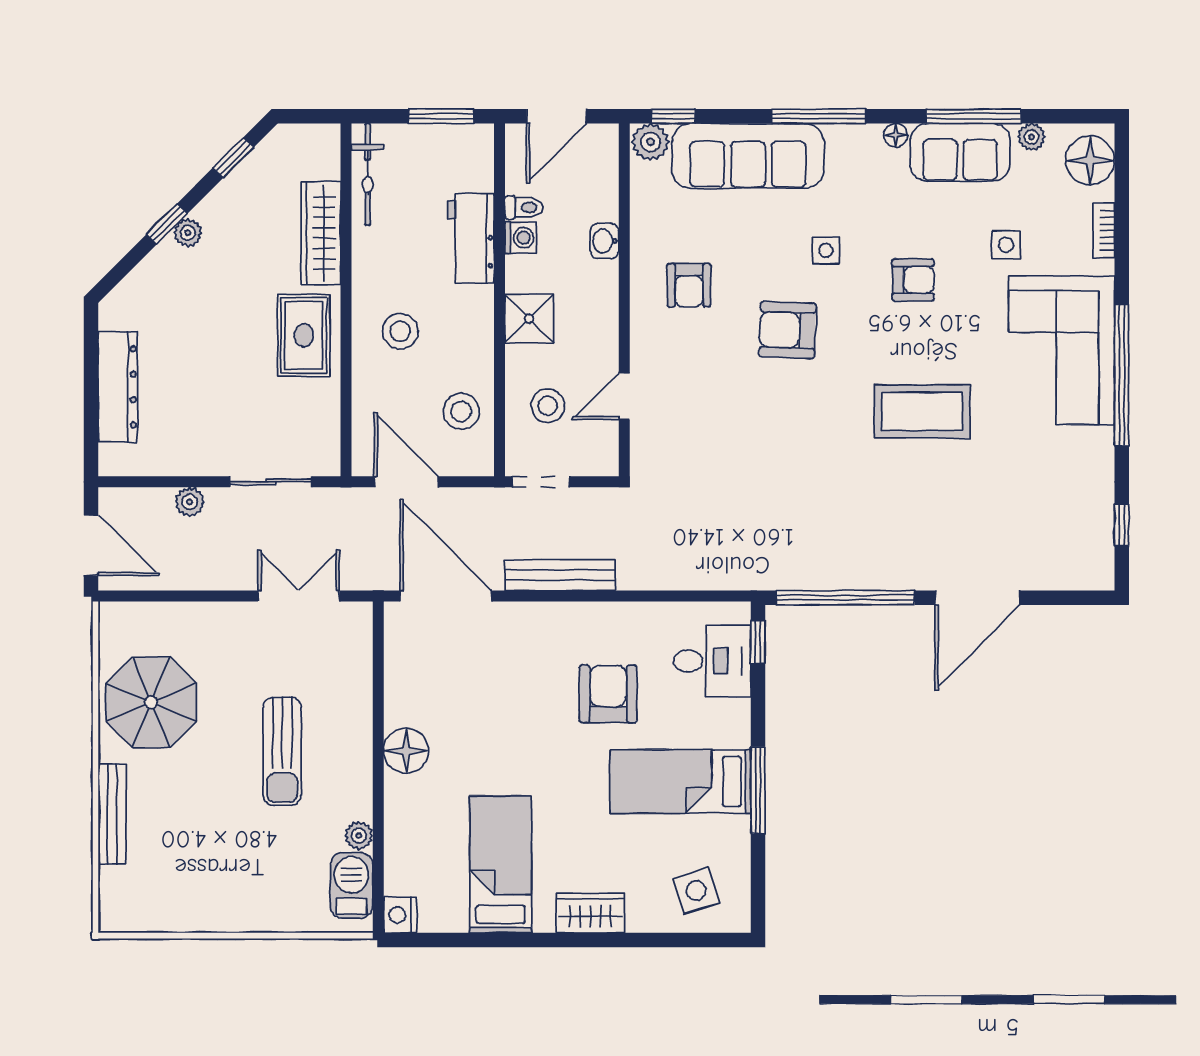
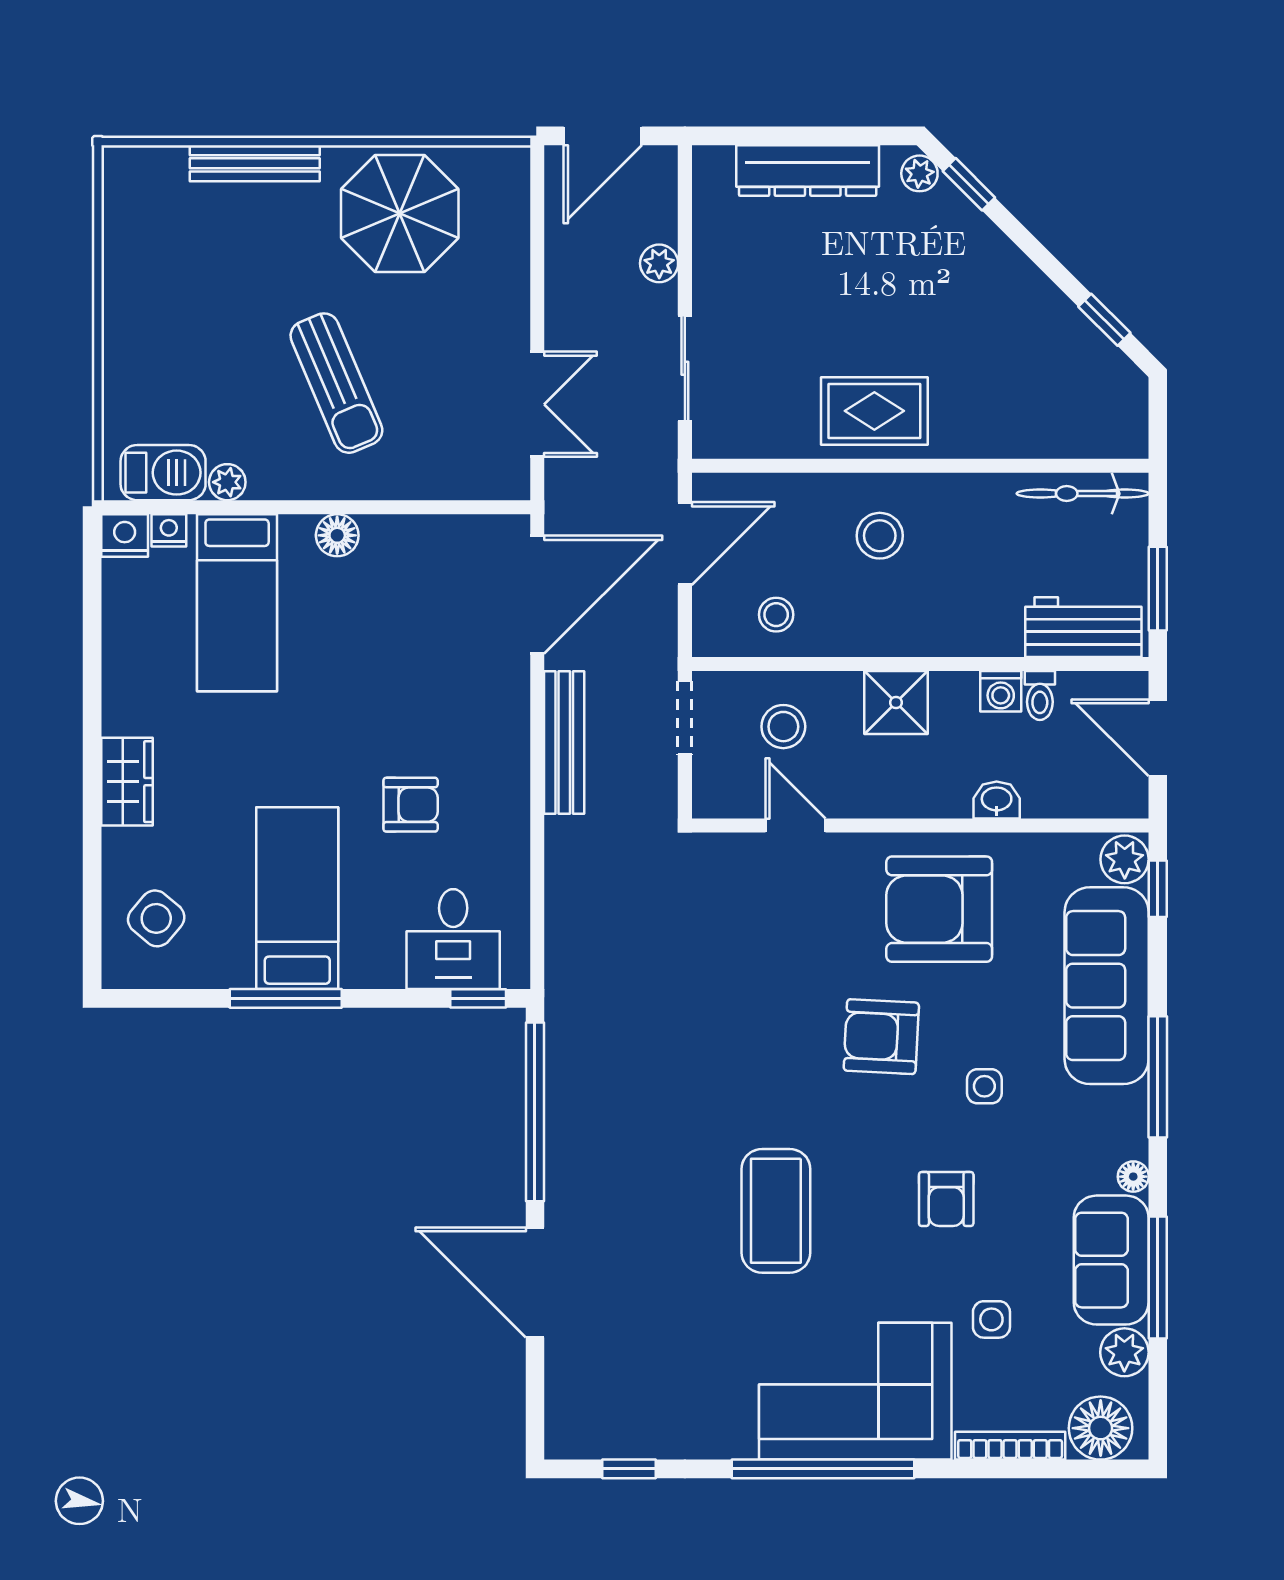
plant: (1031, 137) -> (1124, 1352), width x1.38, depth x1.38
window: (167, 224) -> (969, 184), moved
bookcase: (1104, 230) -> (1010, 1446), width x1.56
plant: (188, 233) -> (919, 173), moved
wardrobe: (321, 233) -> (1007, 433), removed
workbench: (471, 238) -> (1083, 627), moved
armchair: (689, 285) -> (939, 909), width x1.88, depth x1.88
armchair: (787, 330) -> (881, 1037), turned -89
stool: (461, 411) -> (776, 615), width x0.73, depth x0.73
armchair: (608, 694) -> (411, 805), width x0.72, depth x0.72
sun lounger: (282, 751) -> (336, 383), turned -113
floor lamp: (406, 751) -> (337, 535), width x0.73, depth x0.73
bed: (501, 864) -> (237, 603), moved, turned 90
nightstand: (396, 881) -> (169, 530), added
side table: (696, 891) -> (156, 918), turned -32

